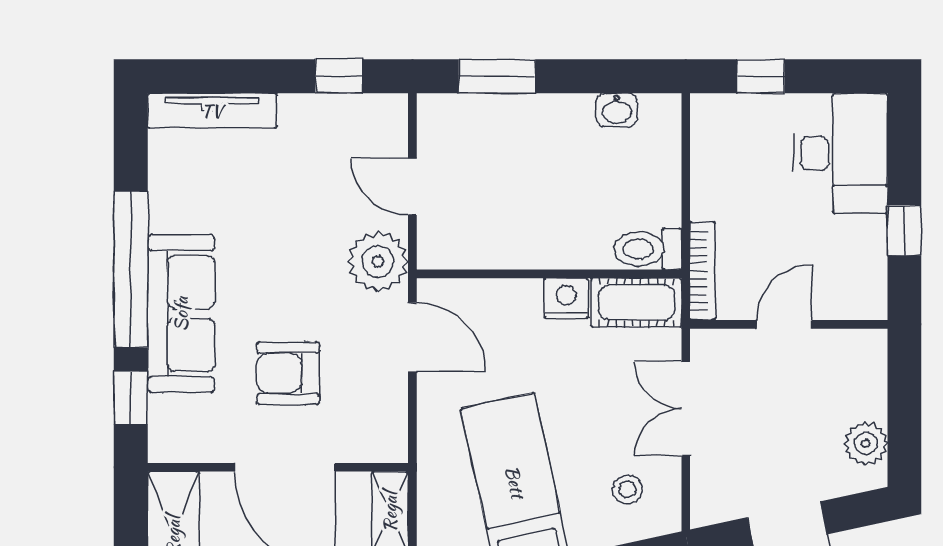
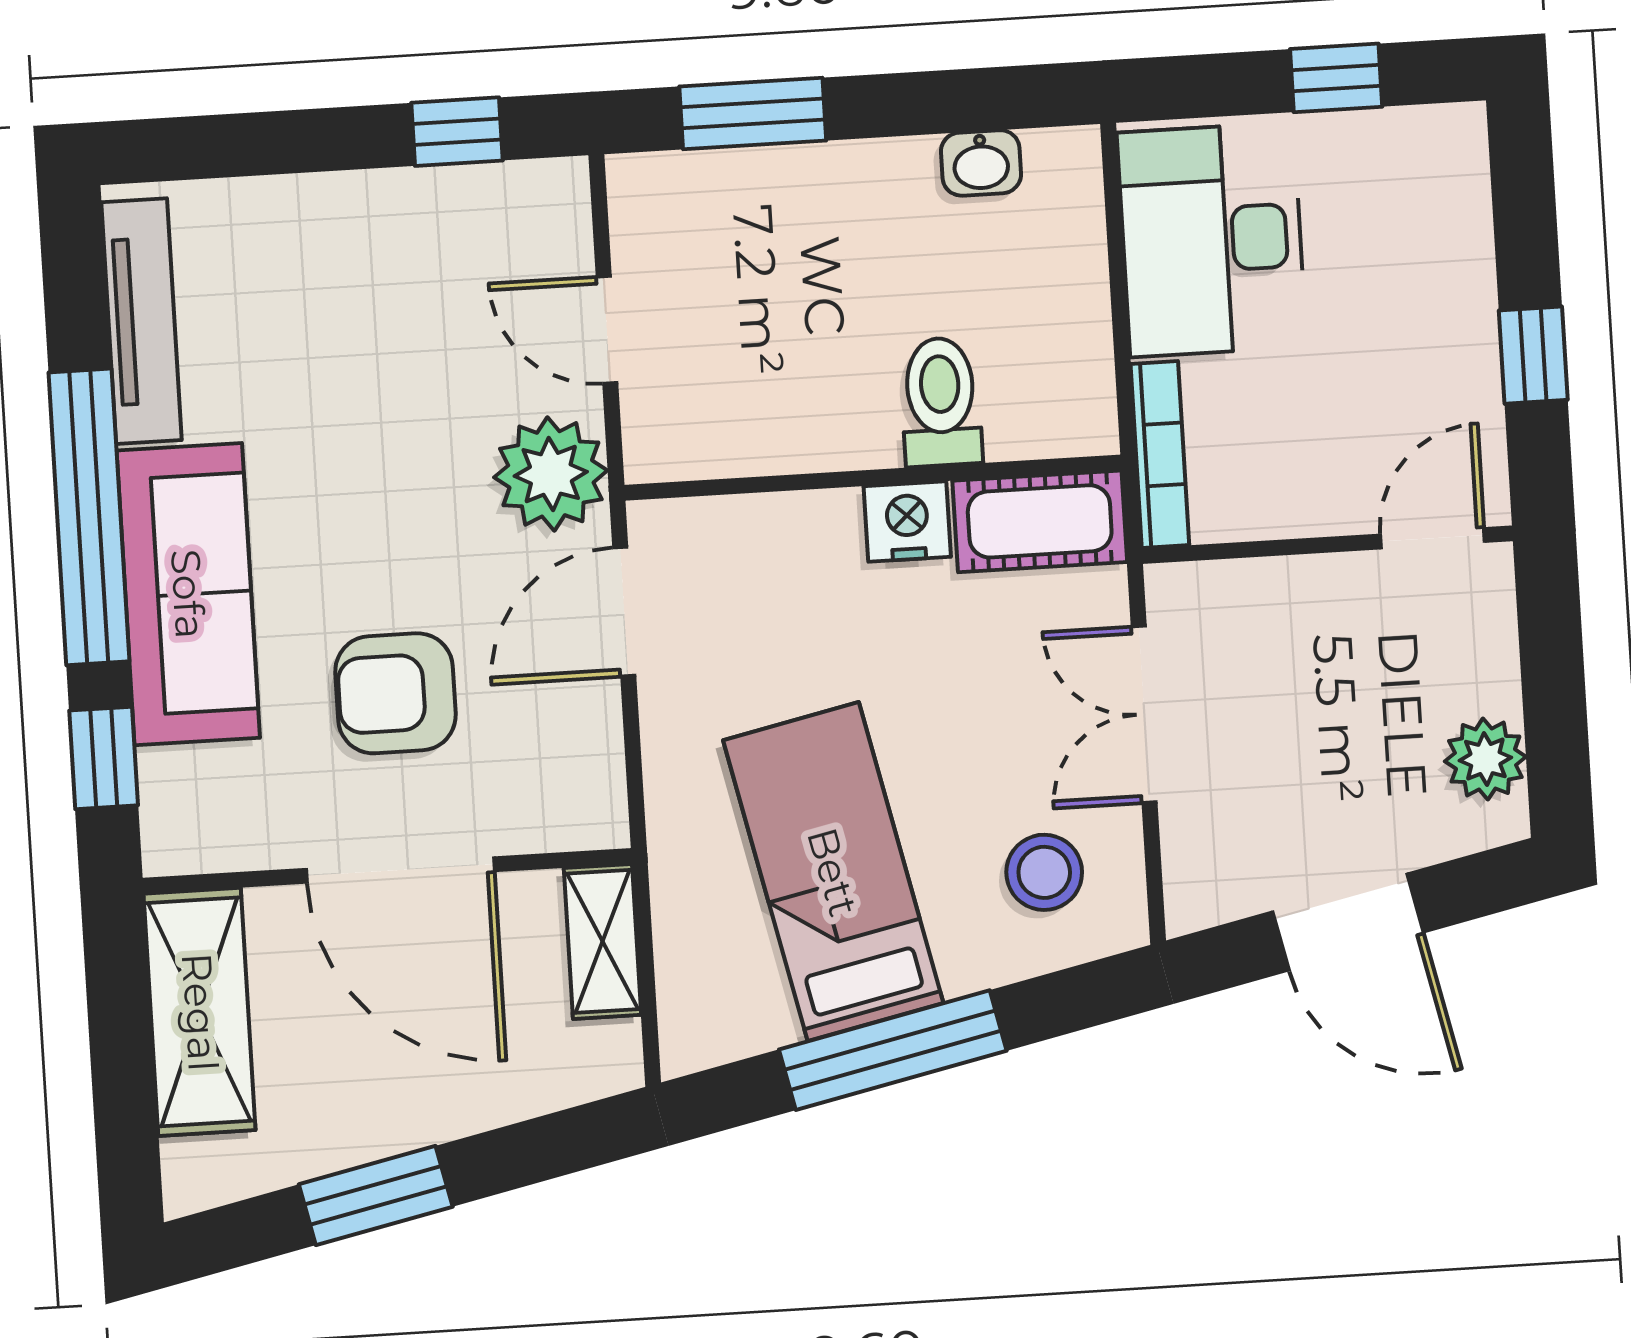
window: (761, 76) -> (1336, 78), moved
tv unit: (212, 111) -> (142, 321), moved, turned -90
desk: (840, 153) -> (1212, 240), moved, turned 180
toilet: (648, 249) -> (941, 402), moved, turned 90
door: (784, 324) -> (1433, 538), moved
door: (412, 337) -> (624, 612), swing flipped
stool: (627, 489) -> (1044, 872), width x1.37, depth x1.37

